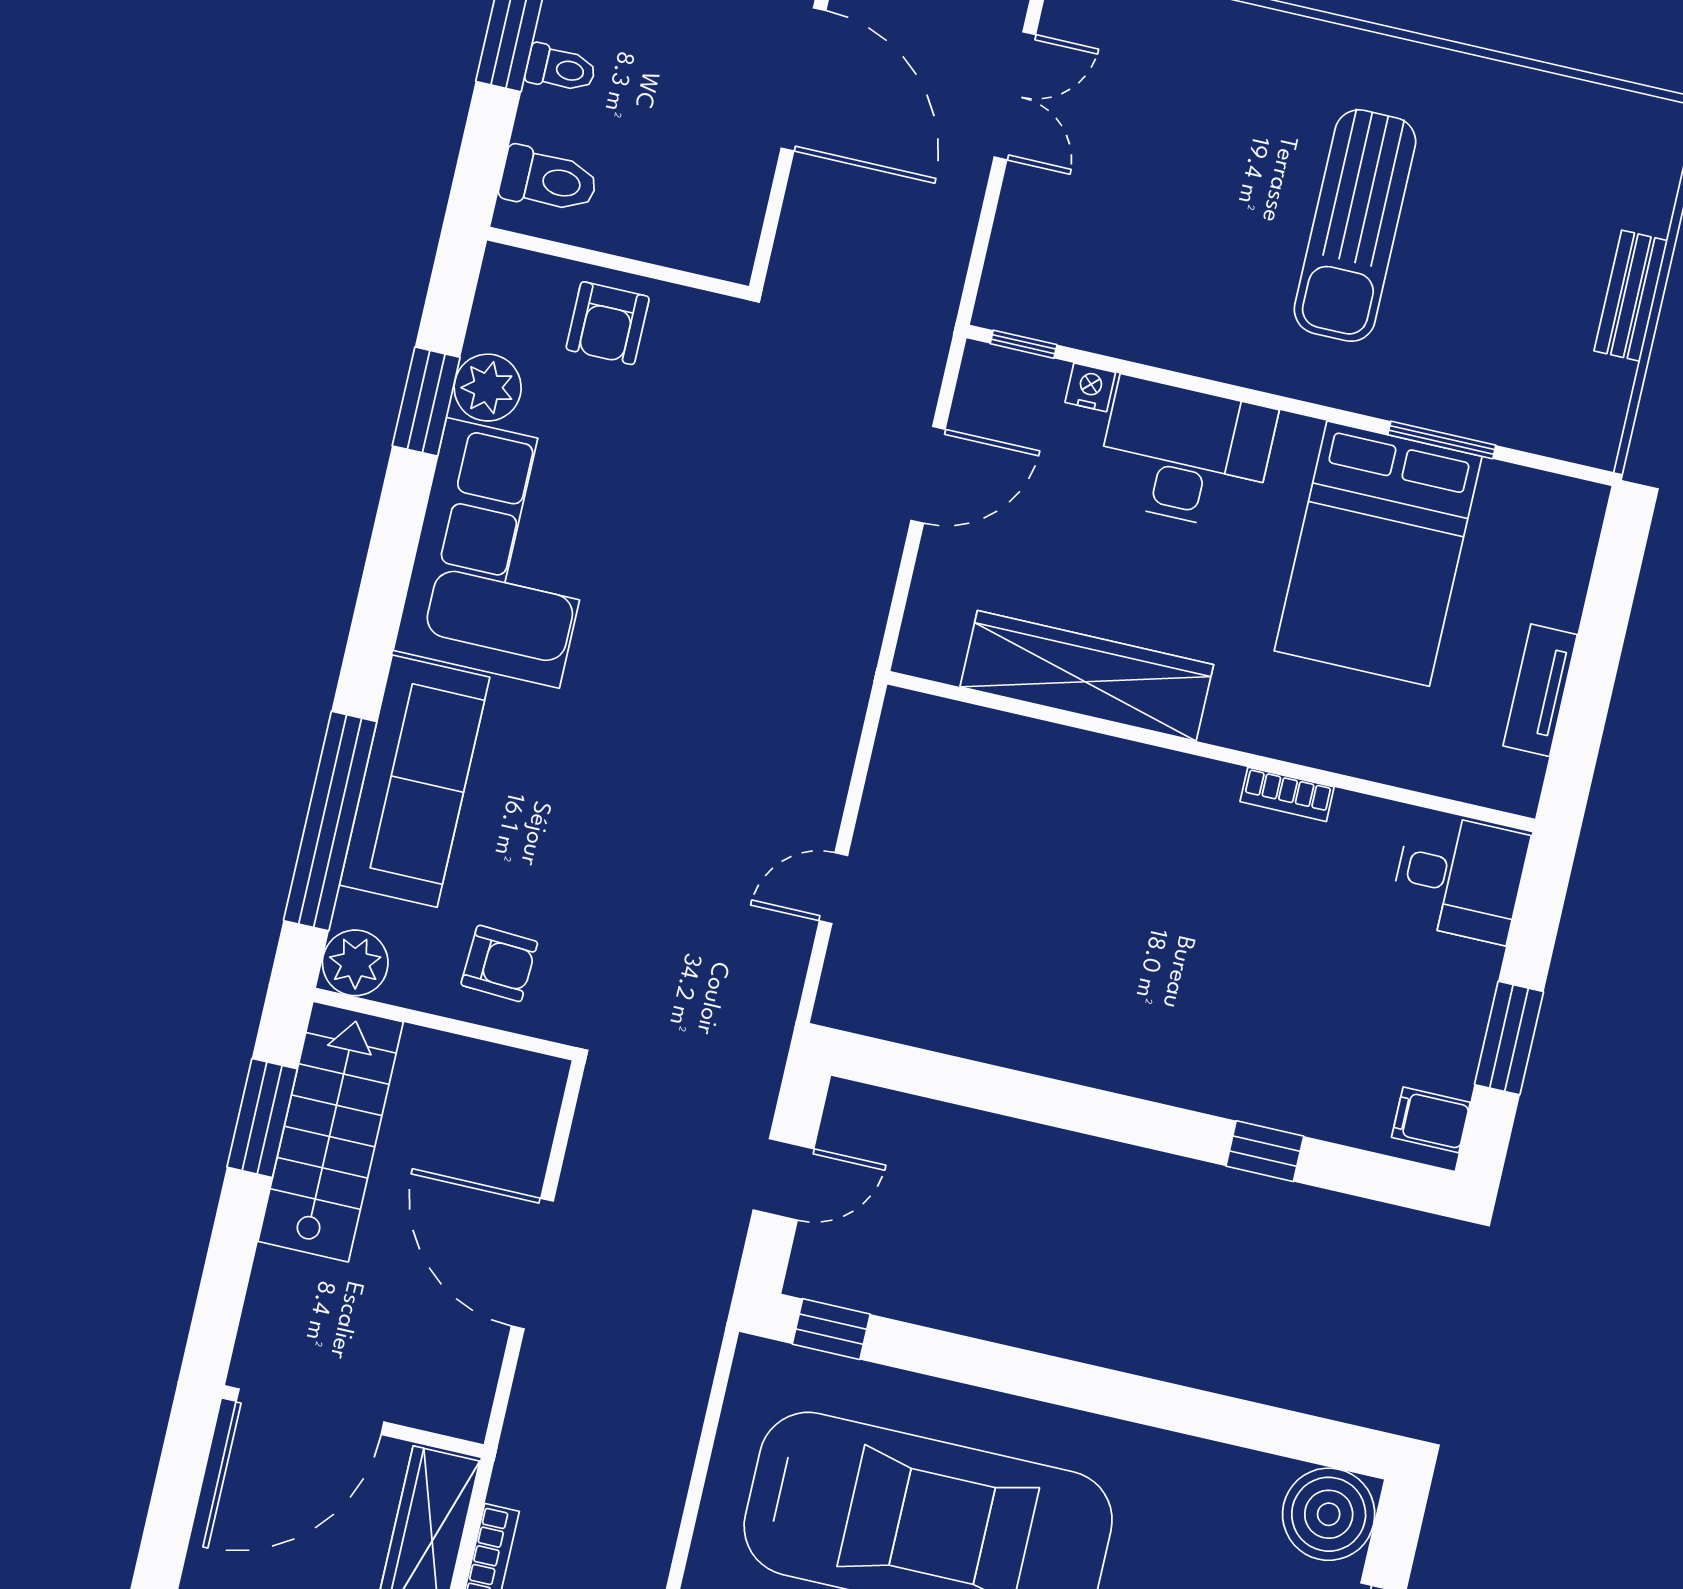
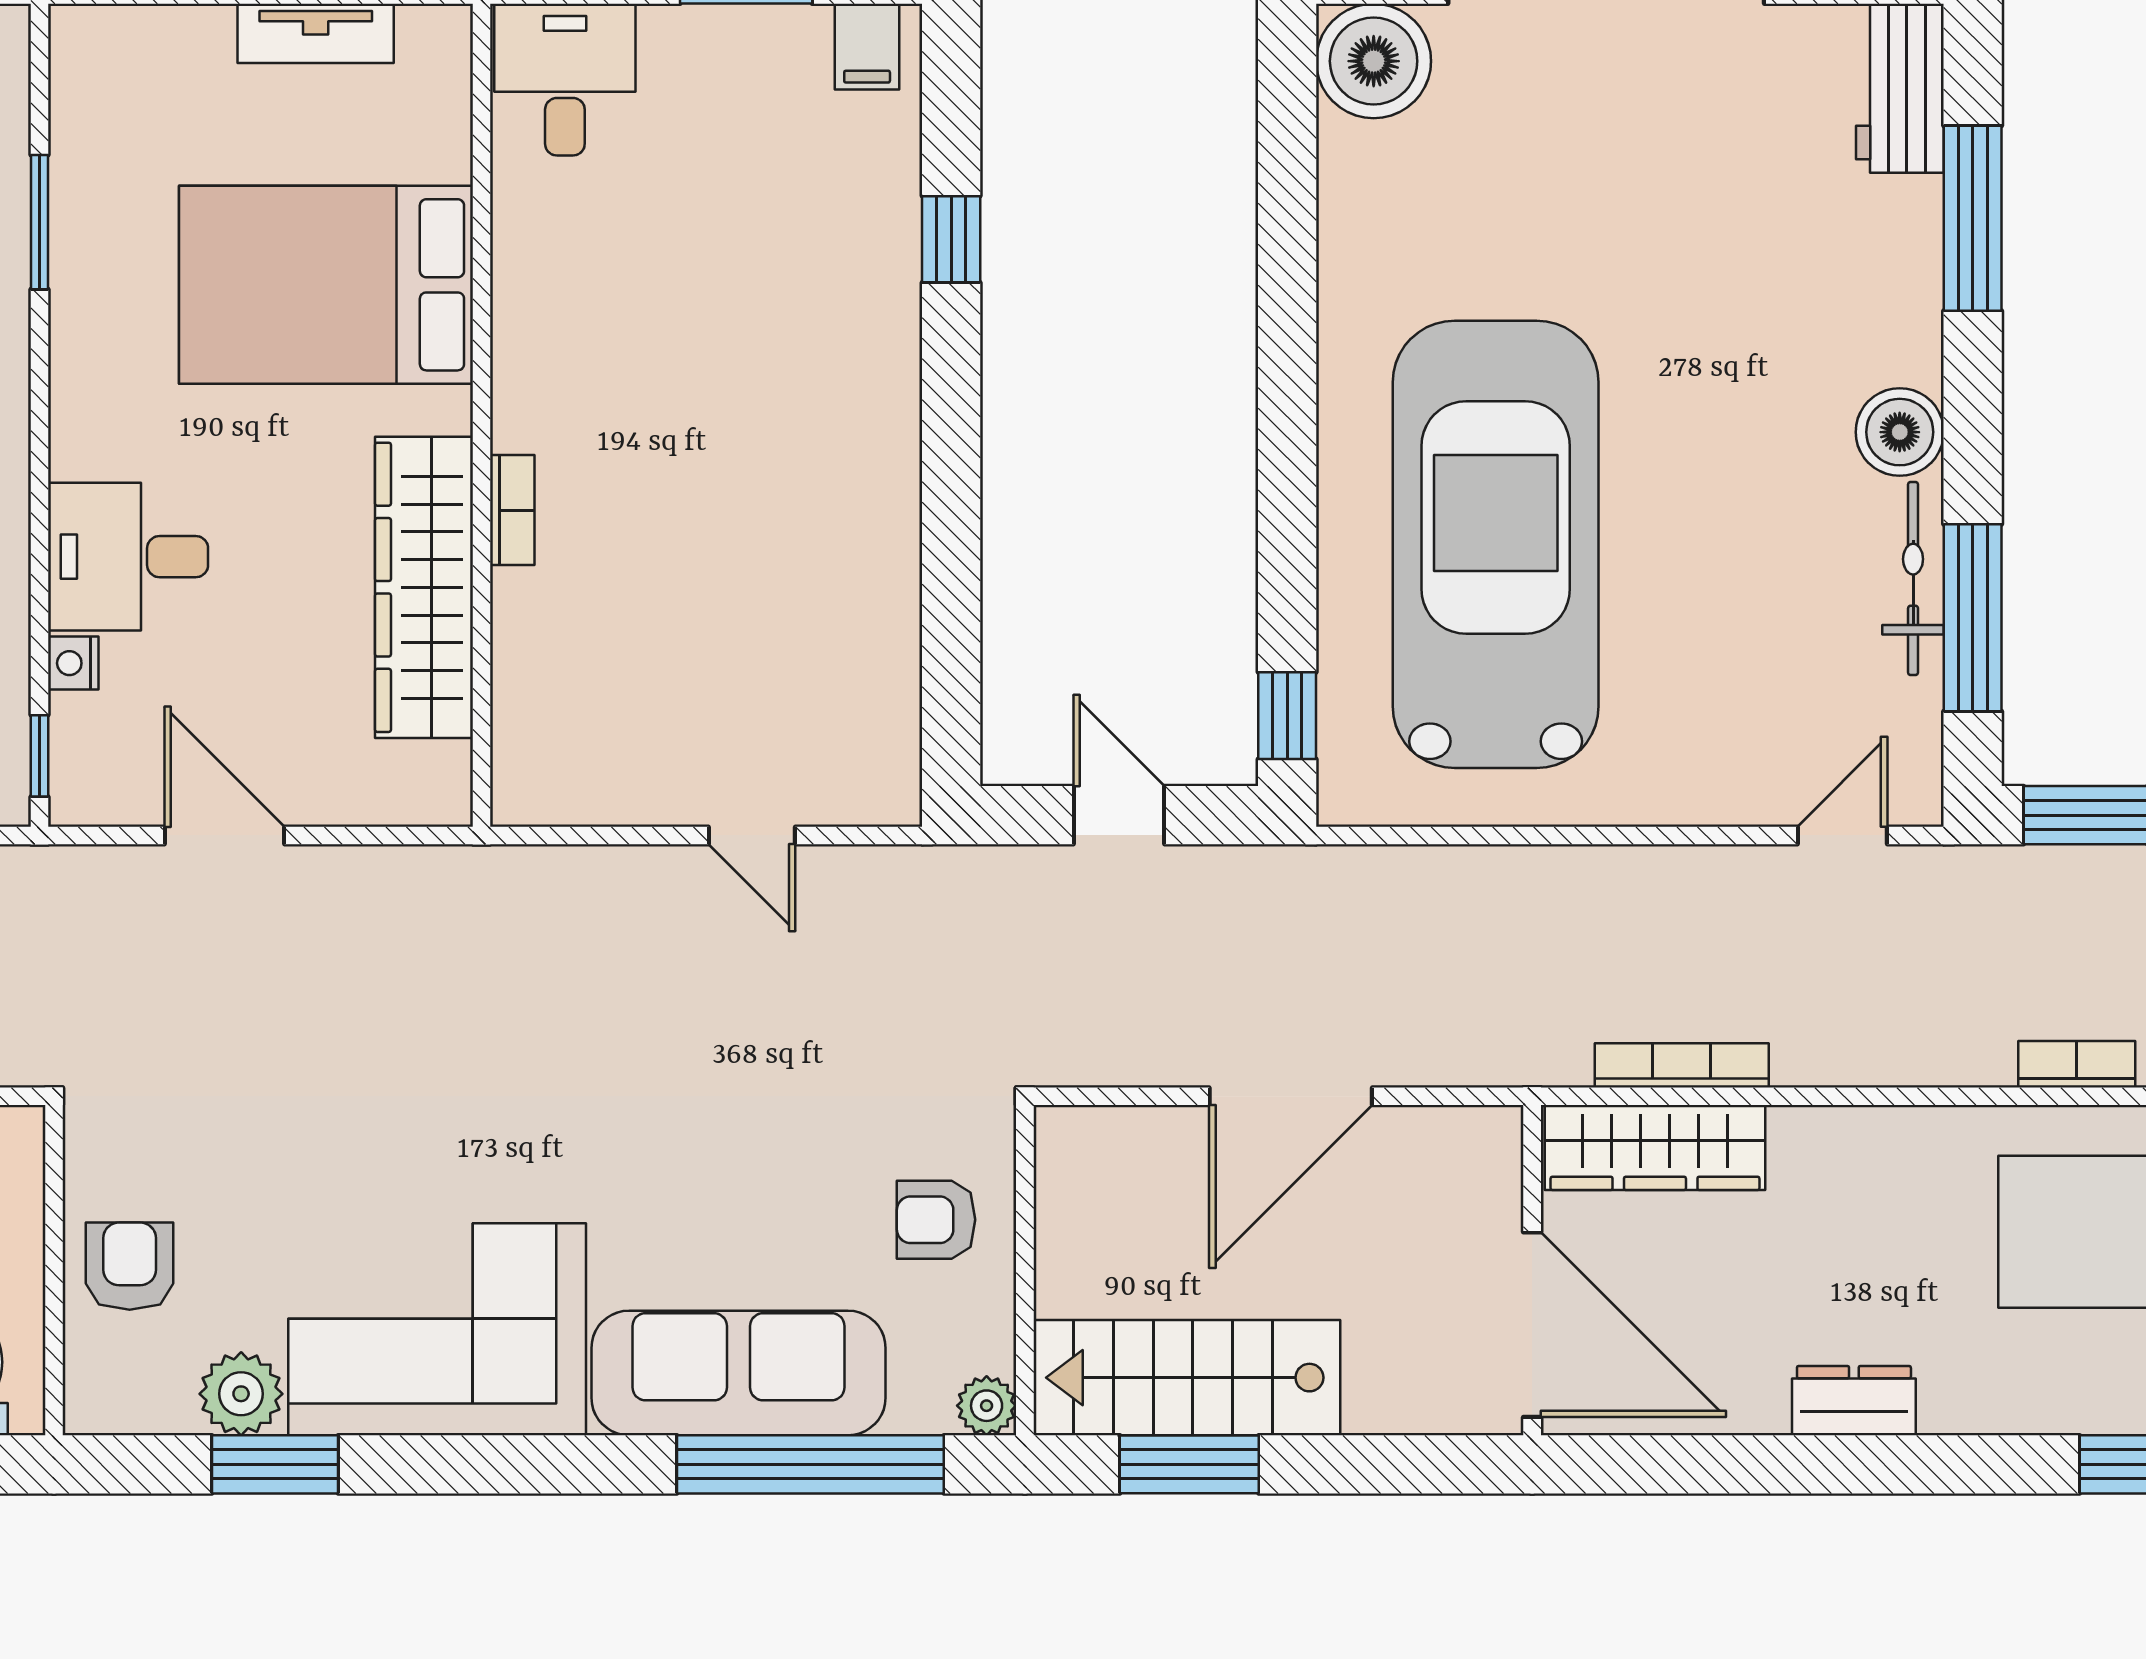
armchair: (608, 323) -> (130, 1266), turned -90
desk: (1185, 454) -> (128, 557), width x0.73
bed: (1378, 554) -> (326, 285), moved, turned 180
bookcase: (1287, 794) -> (512, 510), moved
plant: (355, 963) -> (987, 1406), width x0.73, depth x0.73
armchair: (499, 963) -> (936, 1220), turned -93

